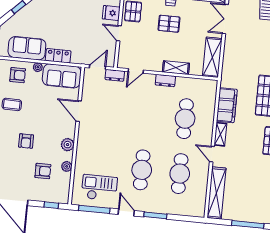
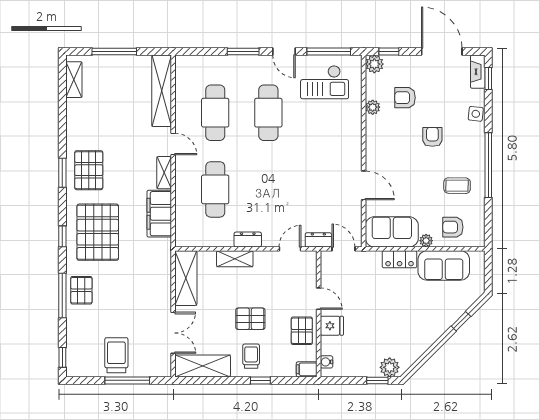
door: (97, 67) -> (344, 249), swing flipped
plant: (68, 145) -> (374, 64), moved

